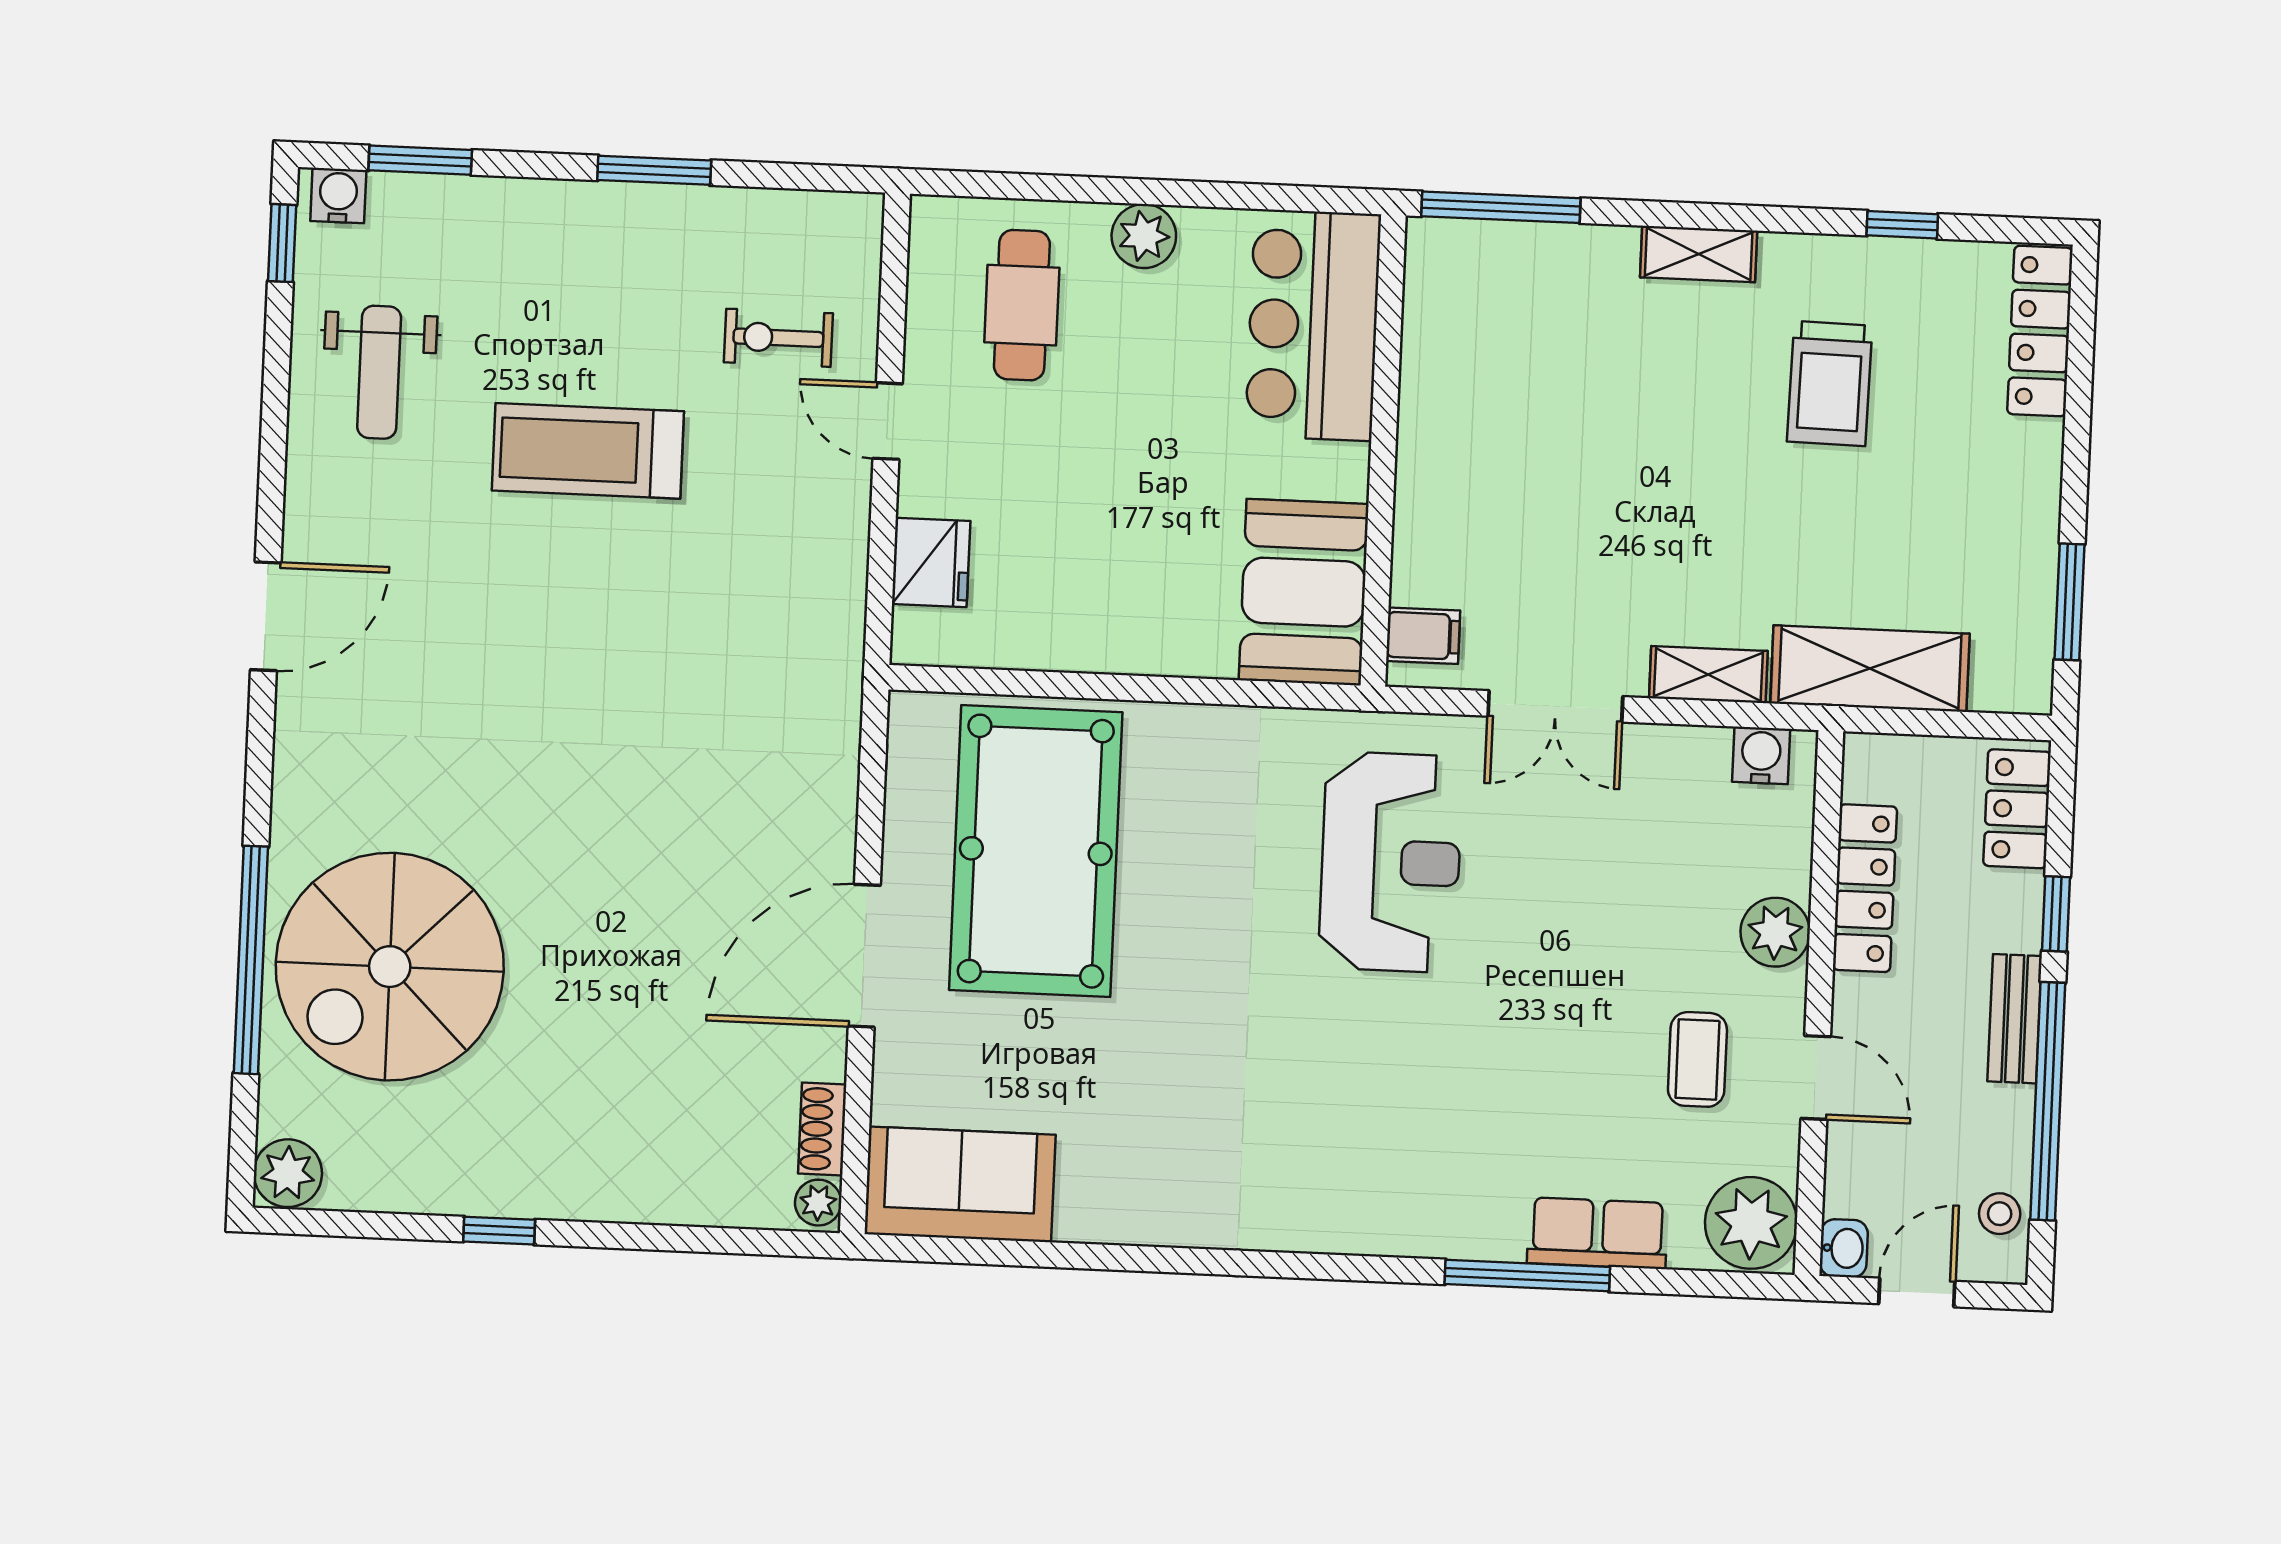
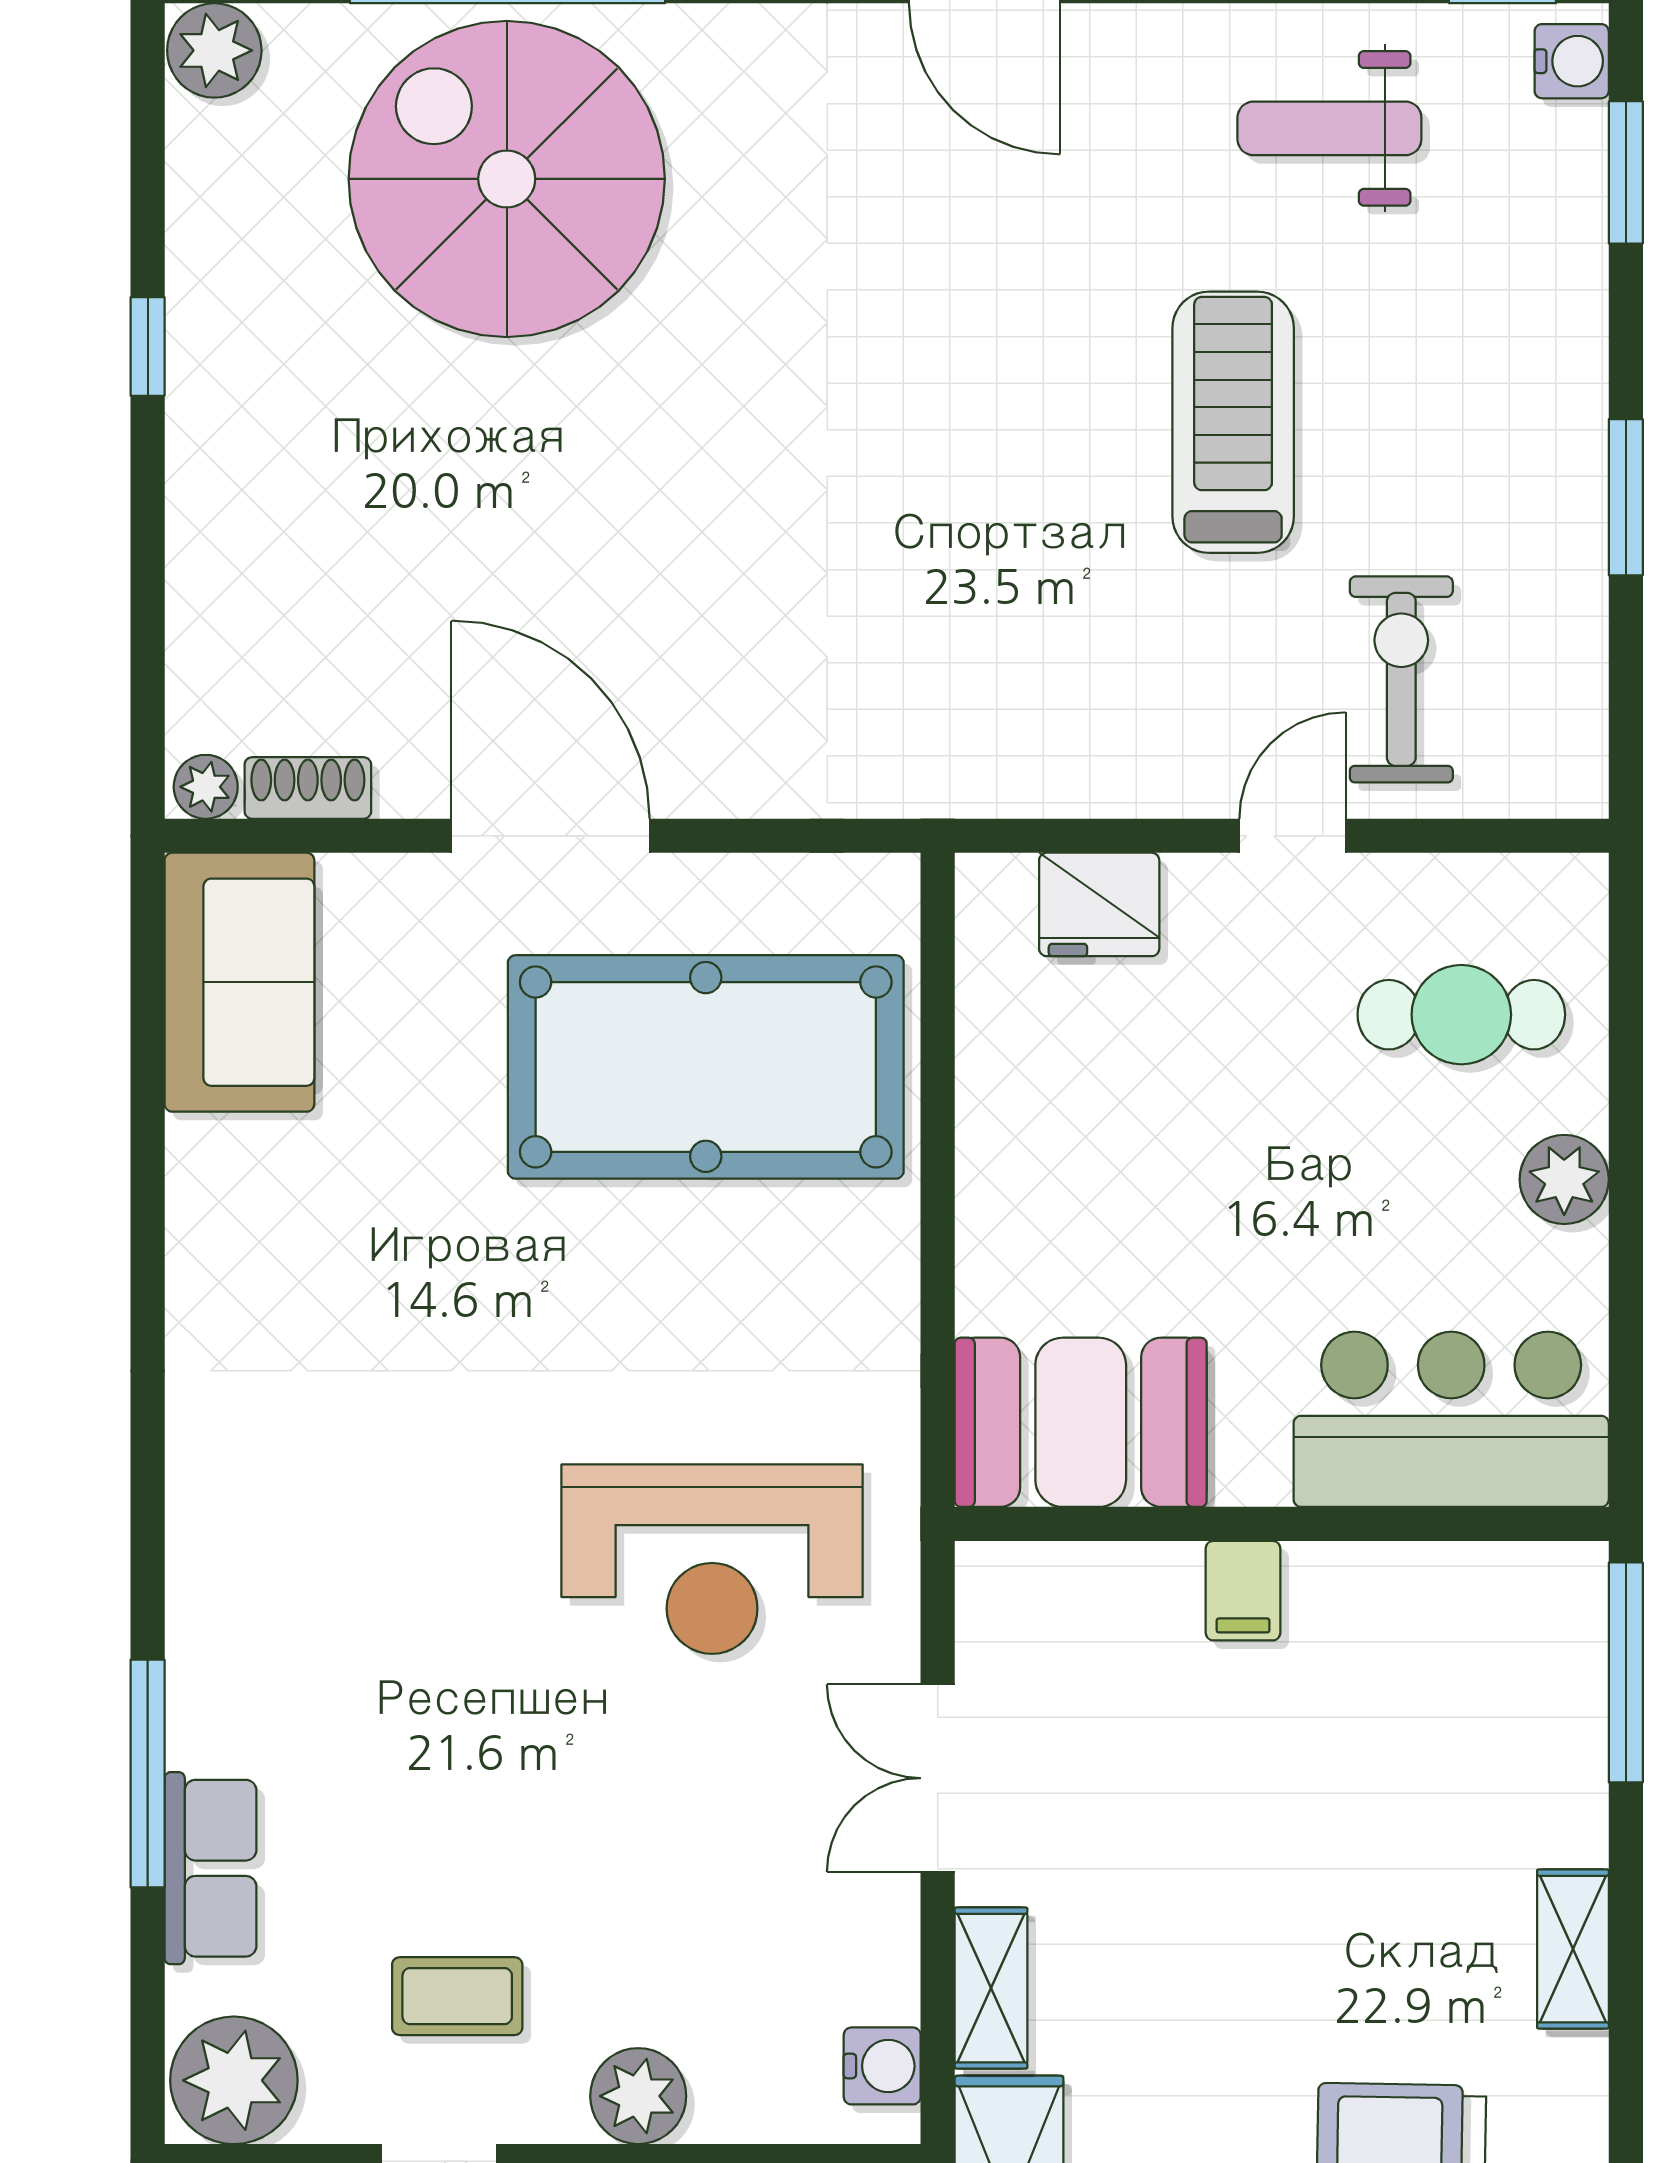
exercise bike: (778, 338) -> (1401, 679), width x1.38, depth x1.39
filing cabinet: (1423, 636) -> (1243, 1591), moved

